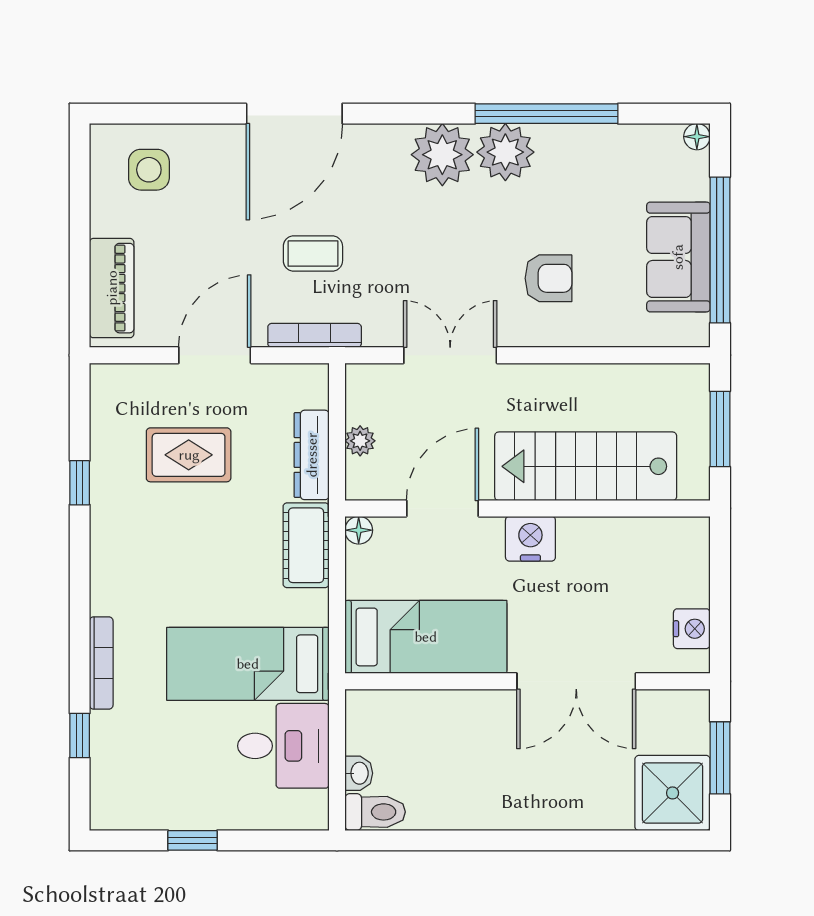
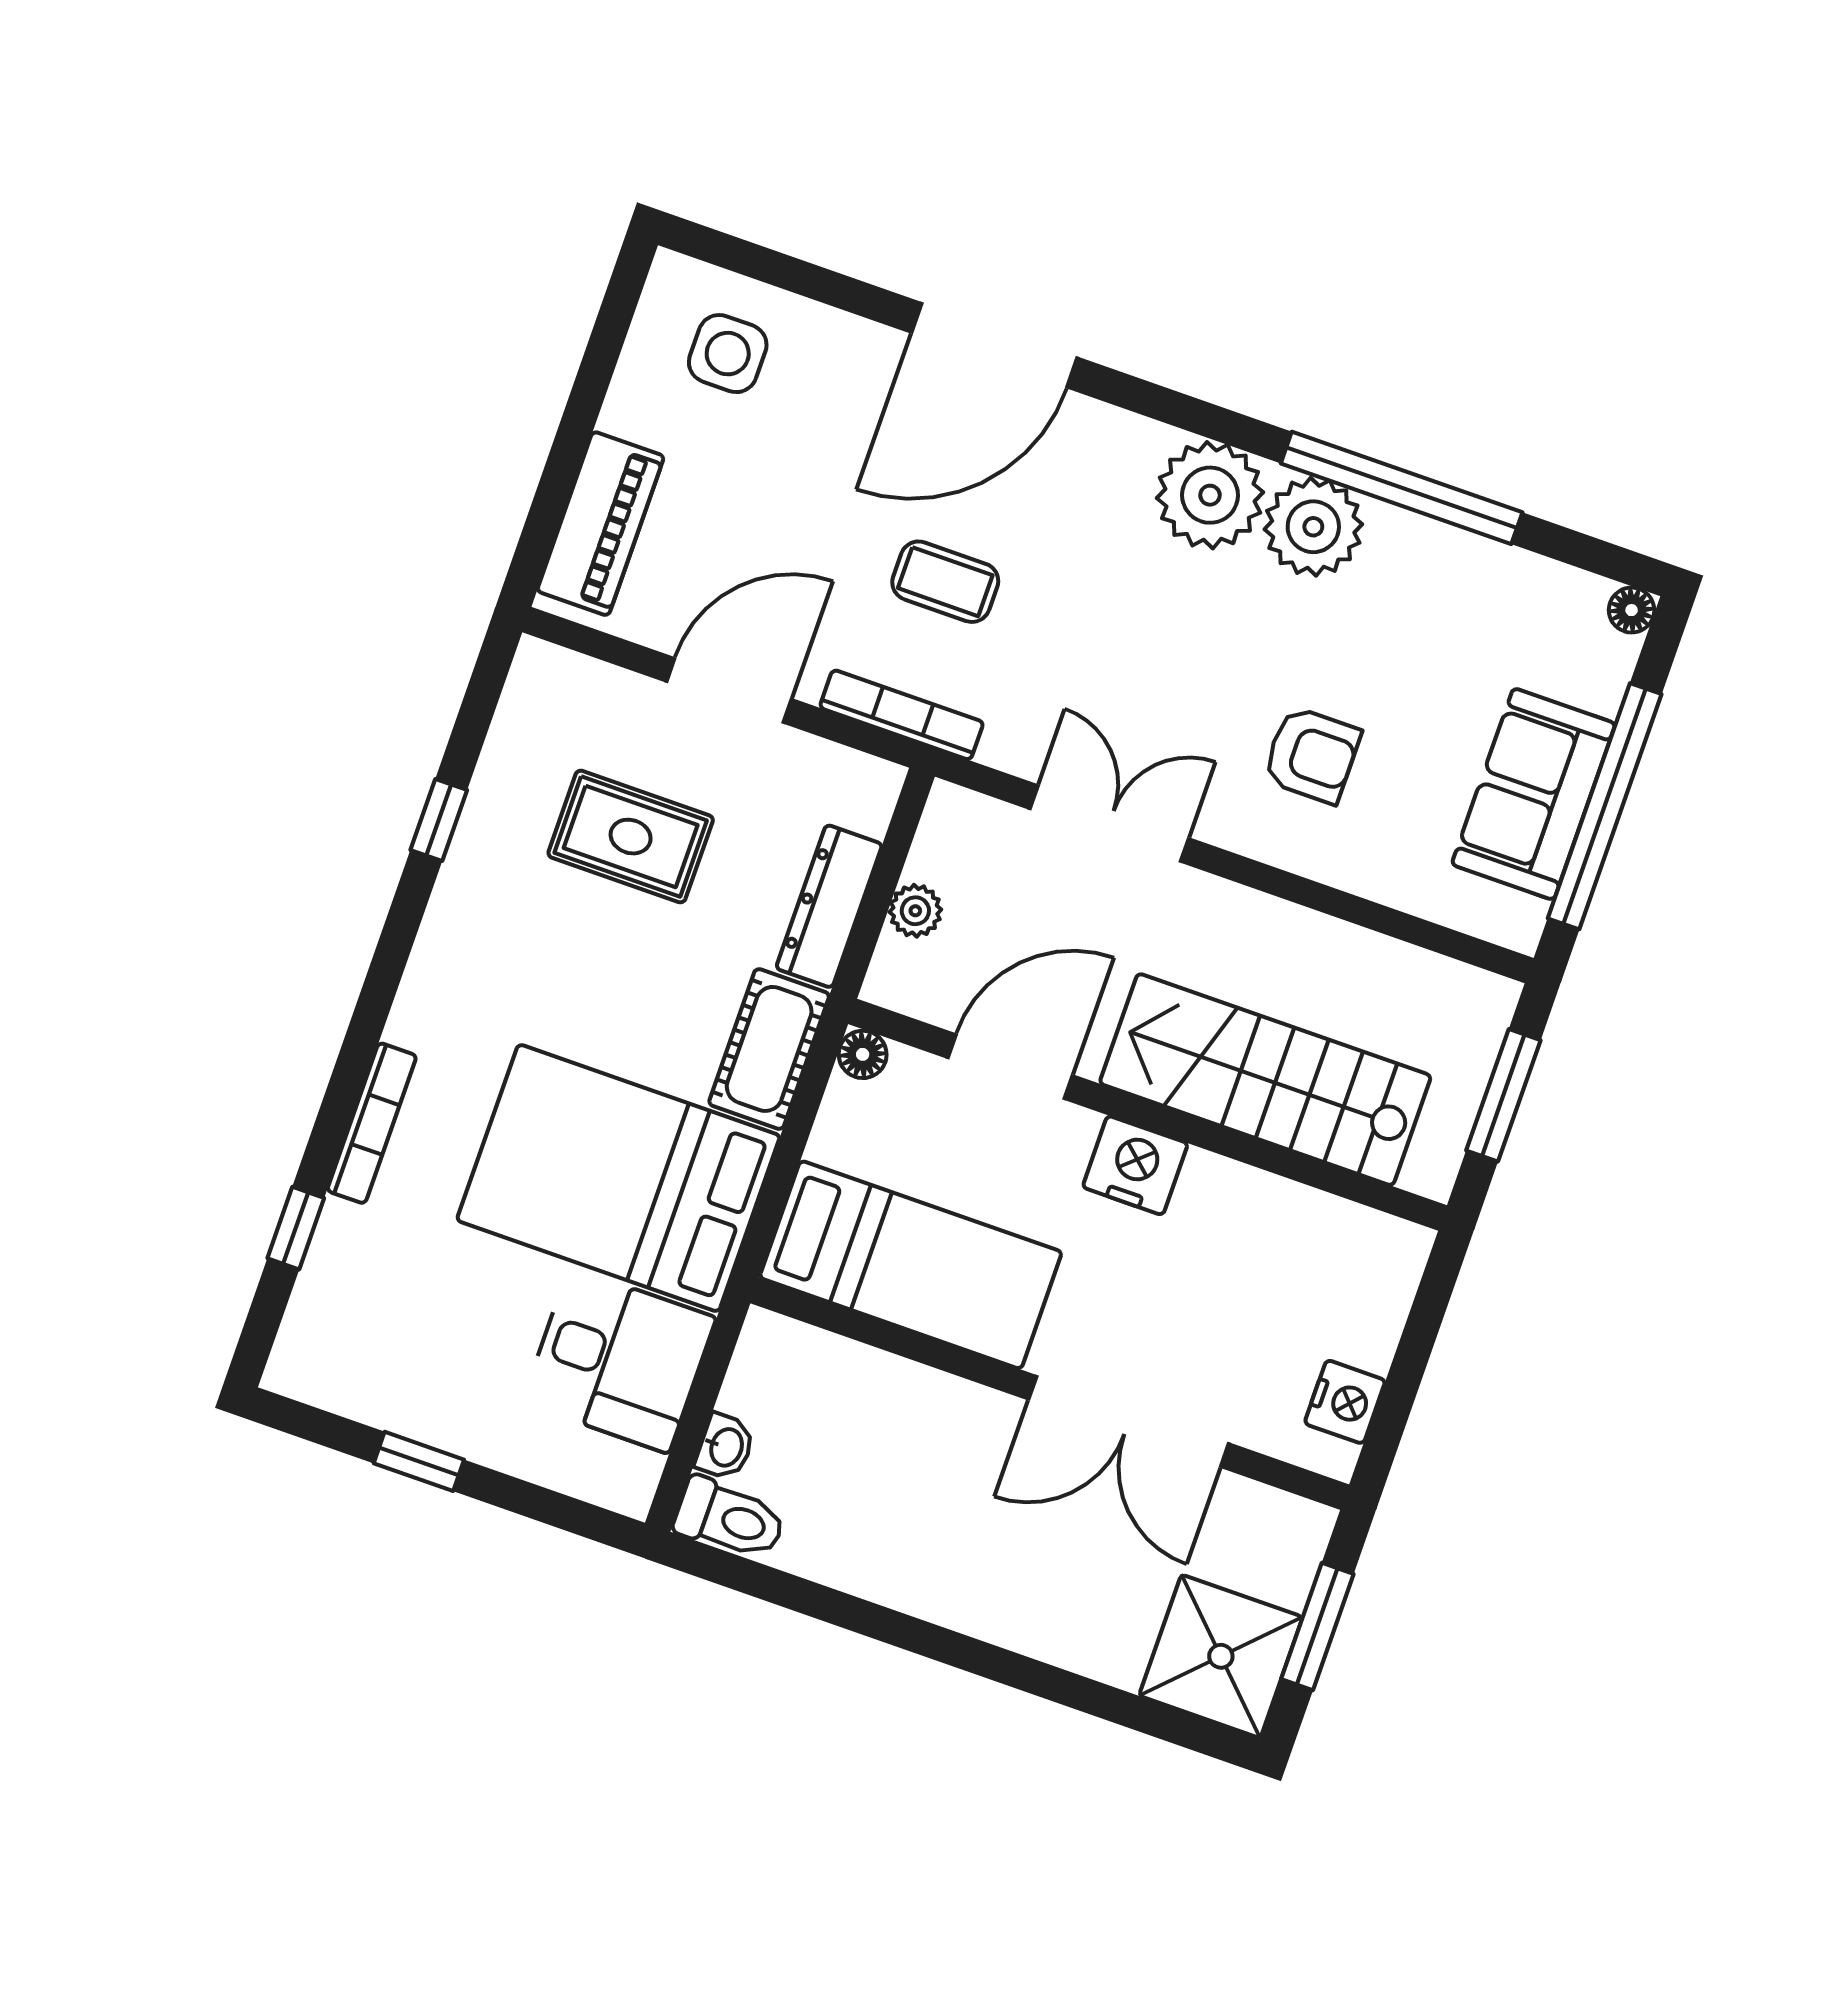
bed: (248, 664) -> (618, 1178), width x1.50

